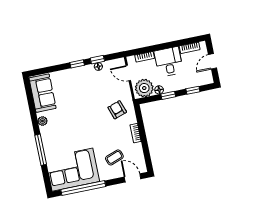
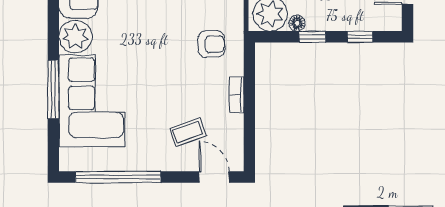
armchair: (117, 110) -> (211, 44), turned 107
plant: (42, 121) -> (75, 37), width x1.87, depth x1.87
corner sofa: (72, 170) -> (92, 101), moved, turned 90

